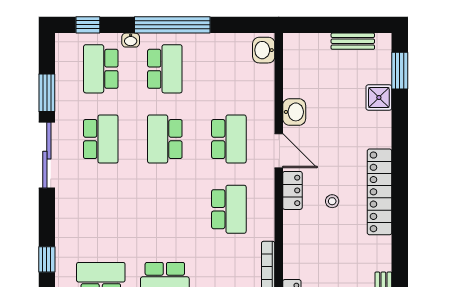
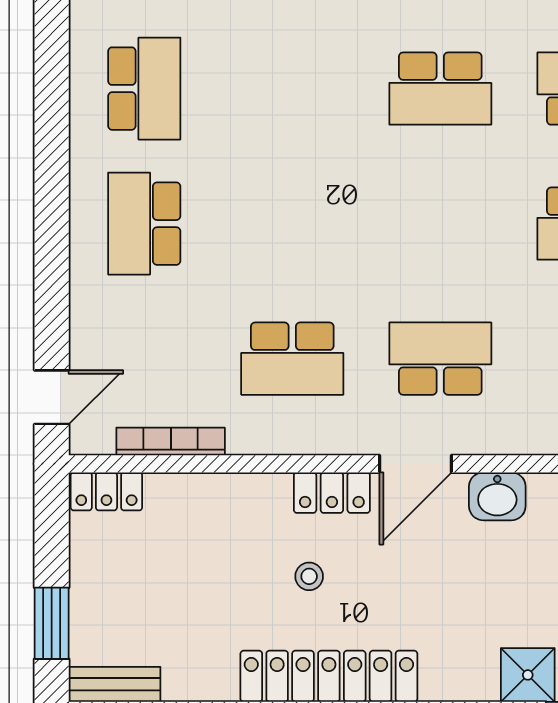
school desk: (165, 139) -> (440, 224), removed
school desk: (229, 139) -> (440, 359), turned 180

